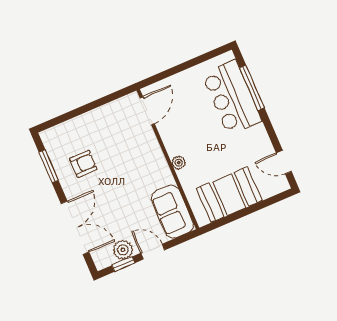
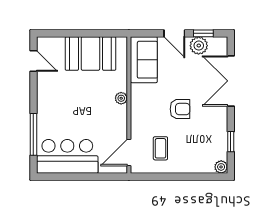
bar counter: (232, 98) -> (67, 156), moved, turned -90
coffee table: (117, 129) -> (160, 148), added
plant: (47, 136) -> (221, 167), added
armchair: (83, 164) -> (180, 109), moved, turned 180
window: (49, 166) -> (231, 142), width x0.67

